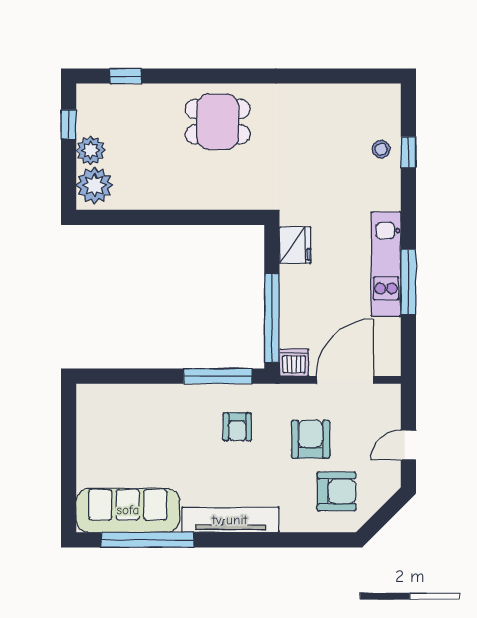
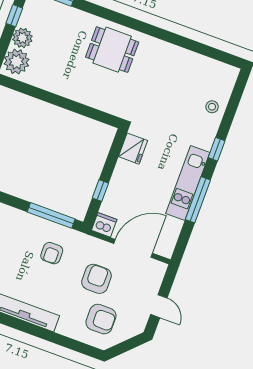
window: (408, 152) -> (217, 149), moved
window: (272, 318) -> (100, 191), width x0.32
door: (408, 445) -> (159, 306), swing flipped

